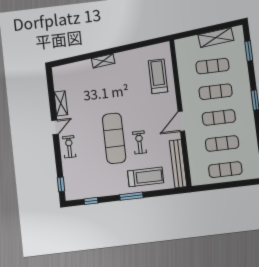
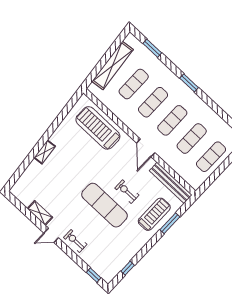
shelving: (216, 37) -> (113, 66), width x1.47
treadmill: (158, 76) -> (98, 128), width x1.37, depth x1.38
door: (55, 127) -> (51, 235), swing flipped
window: (131, 196) -> (170, 223), moved

